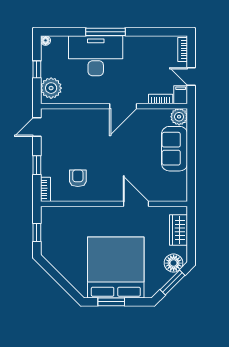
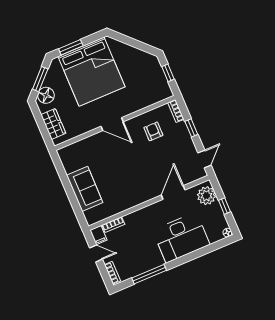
window: (105, 32) -> (149, 274), moved
door: (123, 106) -> (173, 192), moved
plant: (179, 117) -> (92, 217), removed
armchair: (78, 178) -> (153, 131), turned 180
door: (136, 204) -> (112, 124), moved
window: (111, 302) -> (71, 47), moved

